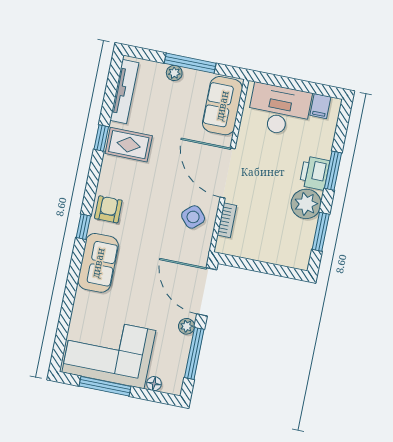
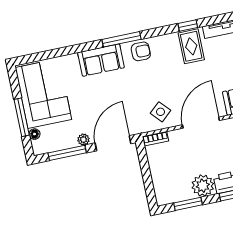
bookcase: (227, 220) -> (155, 139), moved
window: (83, 227) -> (122, 39), width x2.17
window: (105, 386) -> (22, 117), moved

